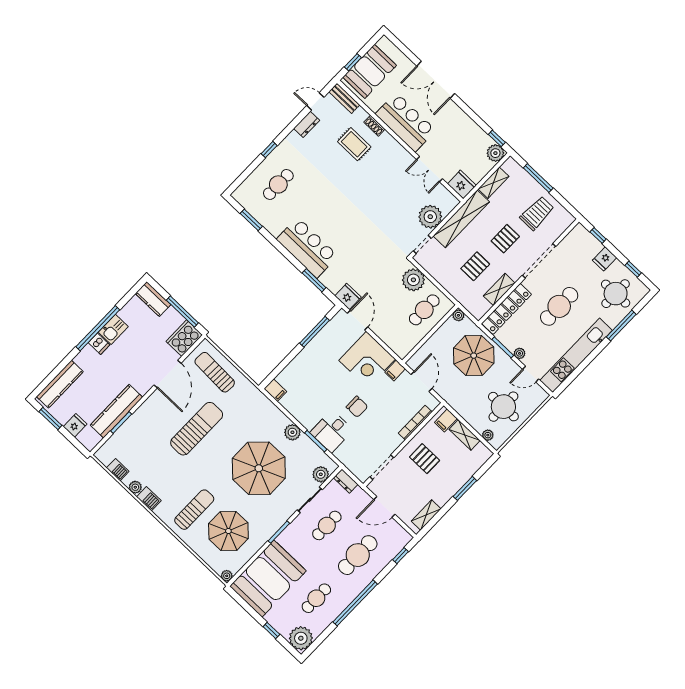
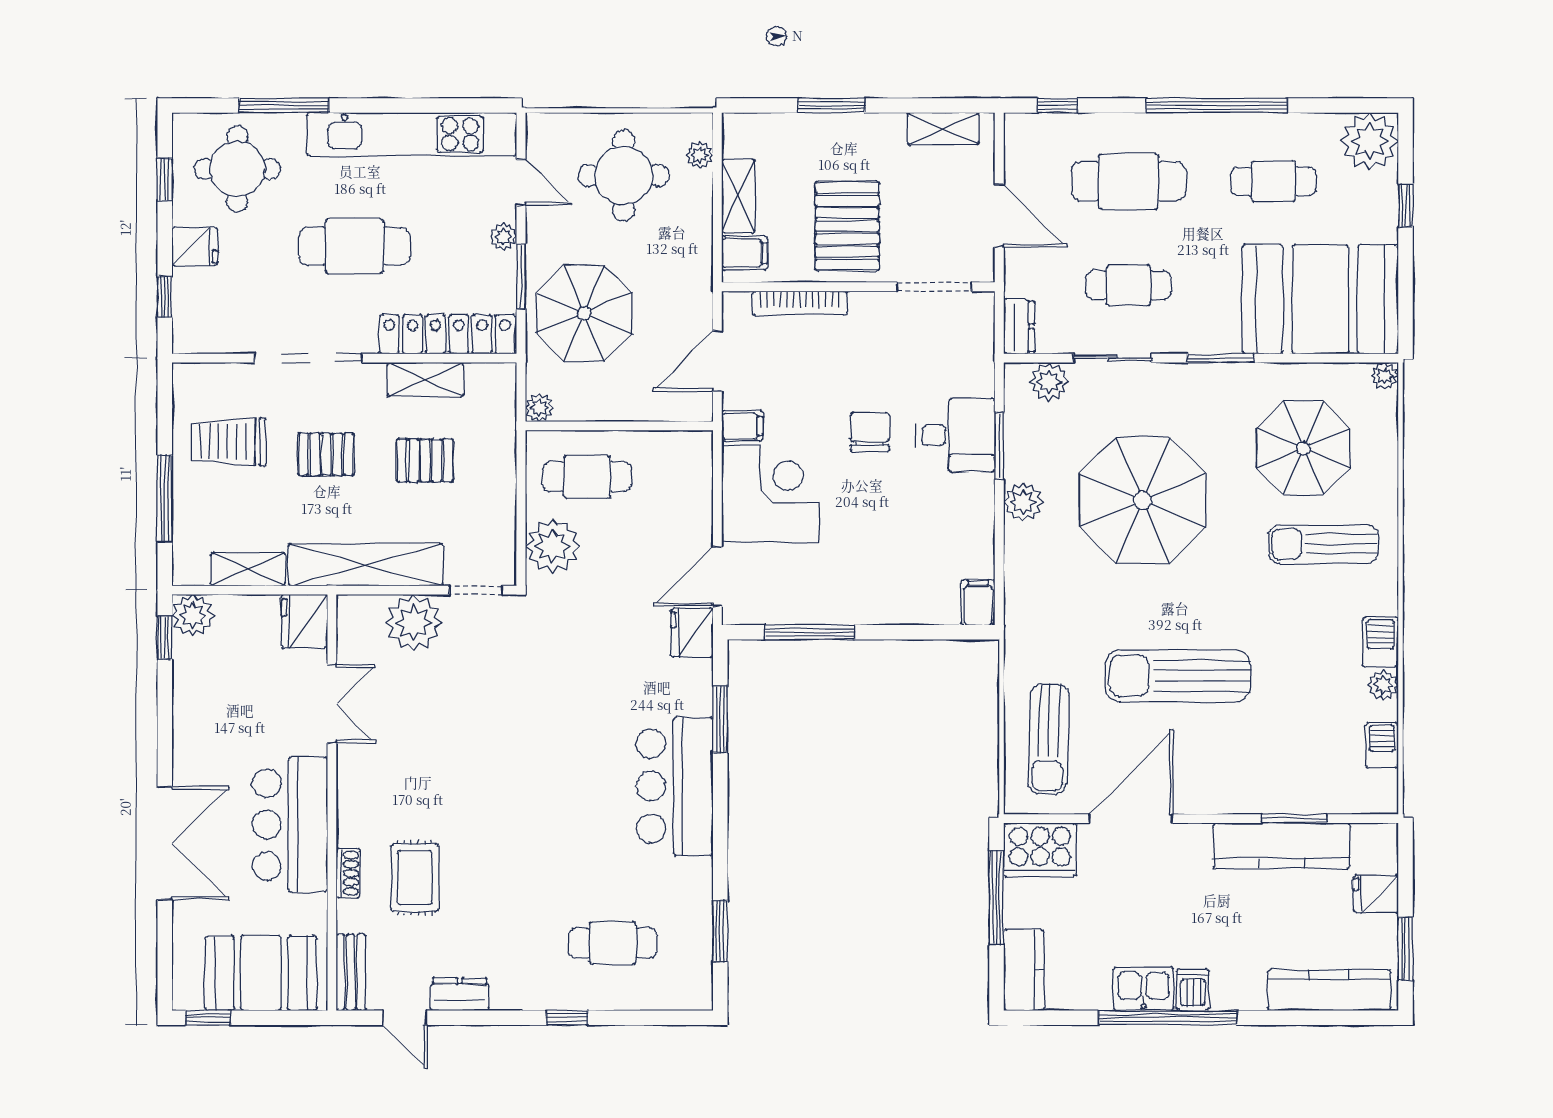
window: (353, 62) -> (208, 1018), moved
pallet: (425, 459) -> (847, 226), width x1.50, depth x1.42

